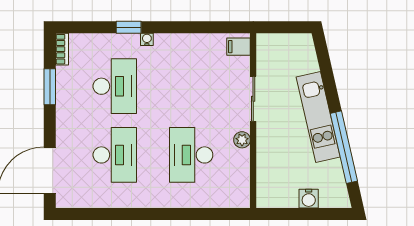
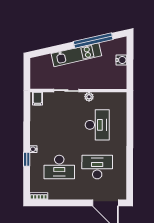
desk: (115, 86) -> (59, 167), turned 180
window: (50, 87) -> (59, 203), removed
desk: (191, 155) -> (97, 125), turned -90

